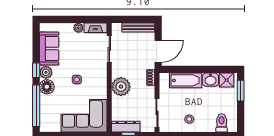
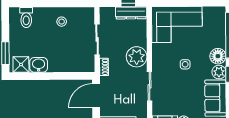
sliding door: (109, 49) -> (150, 86), moved
bathtub: (186, 80) -> (66, 64), removed
sliding door: (157, 113) -> (97, 39), moved

